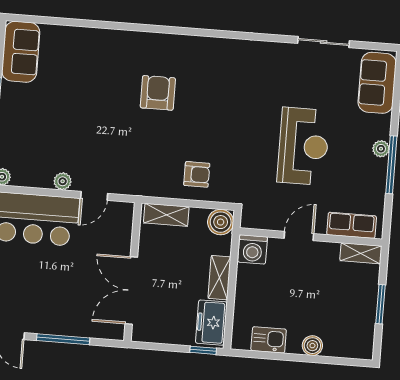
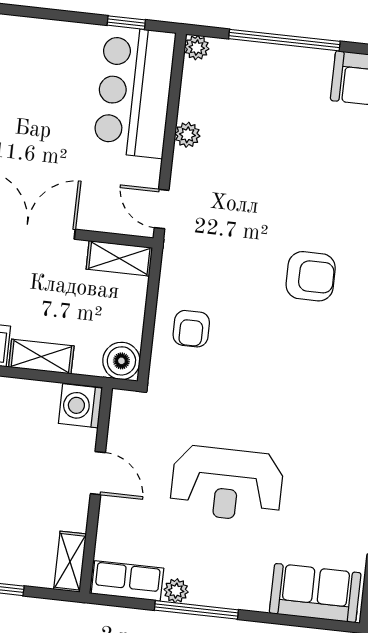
plant: (381, 149) -> (176, 591), moved
door: (94, 196) -> (162, 209), moved
shelving: (166, 215) -> (119, 258), moved, turned 90
row of seats: (352, 225) -> (127, 581), moved, turned -90

